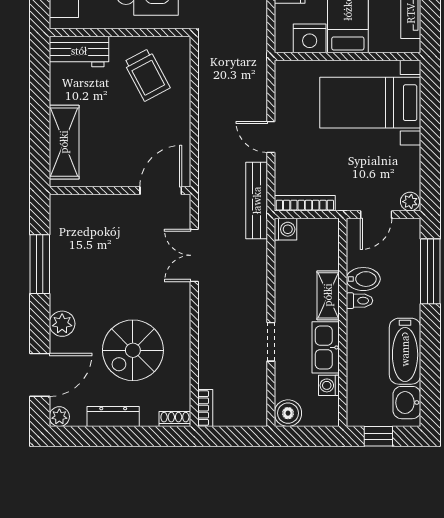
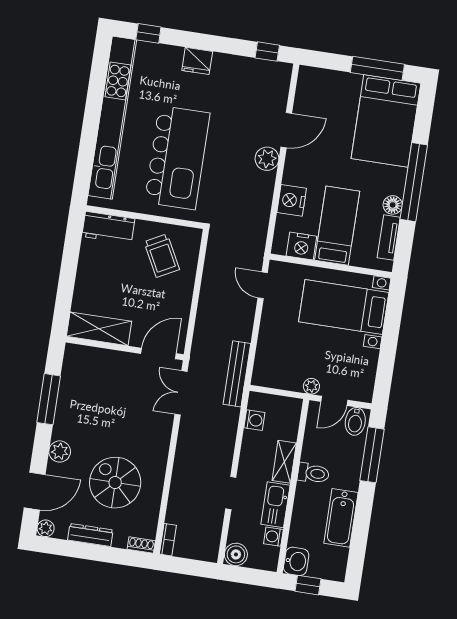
door: (271, 137) -> (263, 285), moved
shelving: (64, 142) -> (99, 329), moved, turned 90
plant: (410, 202) -> (311, 386), moved
bookcase: (305, 203) -> (277, 382), removed
washing machine: (286, 229) -> (254, 420), moved
double door: (194, 255) -> (181, 393), moved
bidet: (363, 279) -> (355, 421), moved, turned 90
toilet: (359, 301) -> (313, 473), width x1.37, depth x1.39
spiral stairs: (133, 350) -> (115, 483), turned 90
washbasin: (407, 403) -> (296, 561), moved, turned 180

